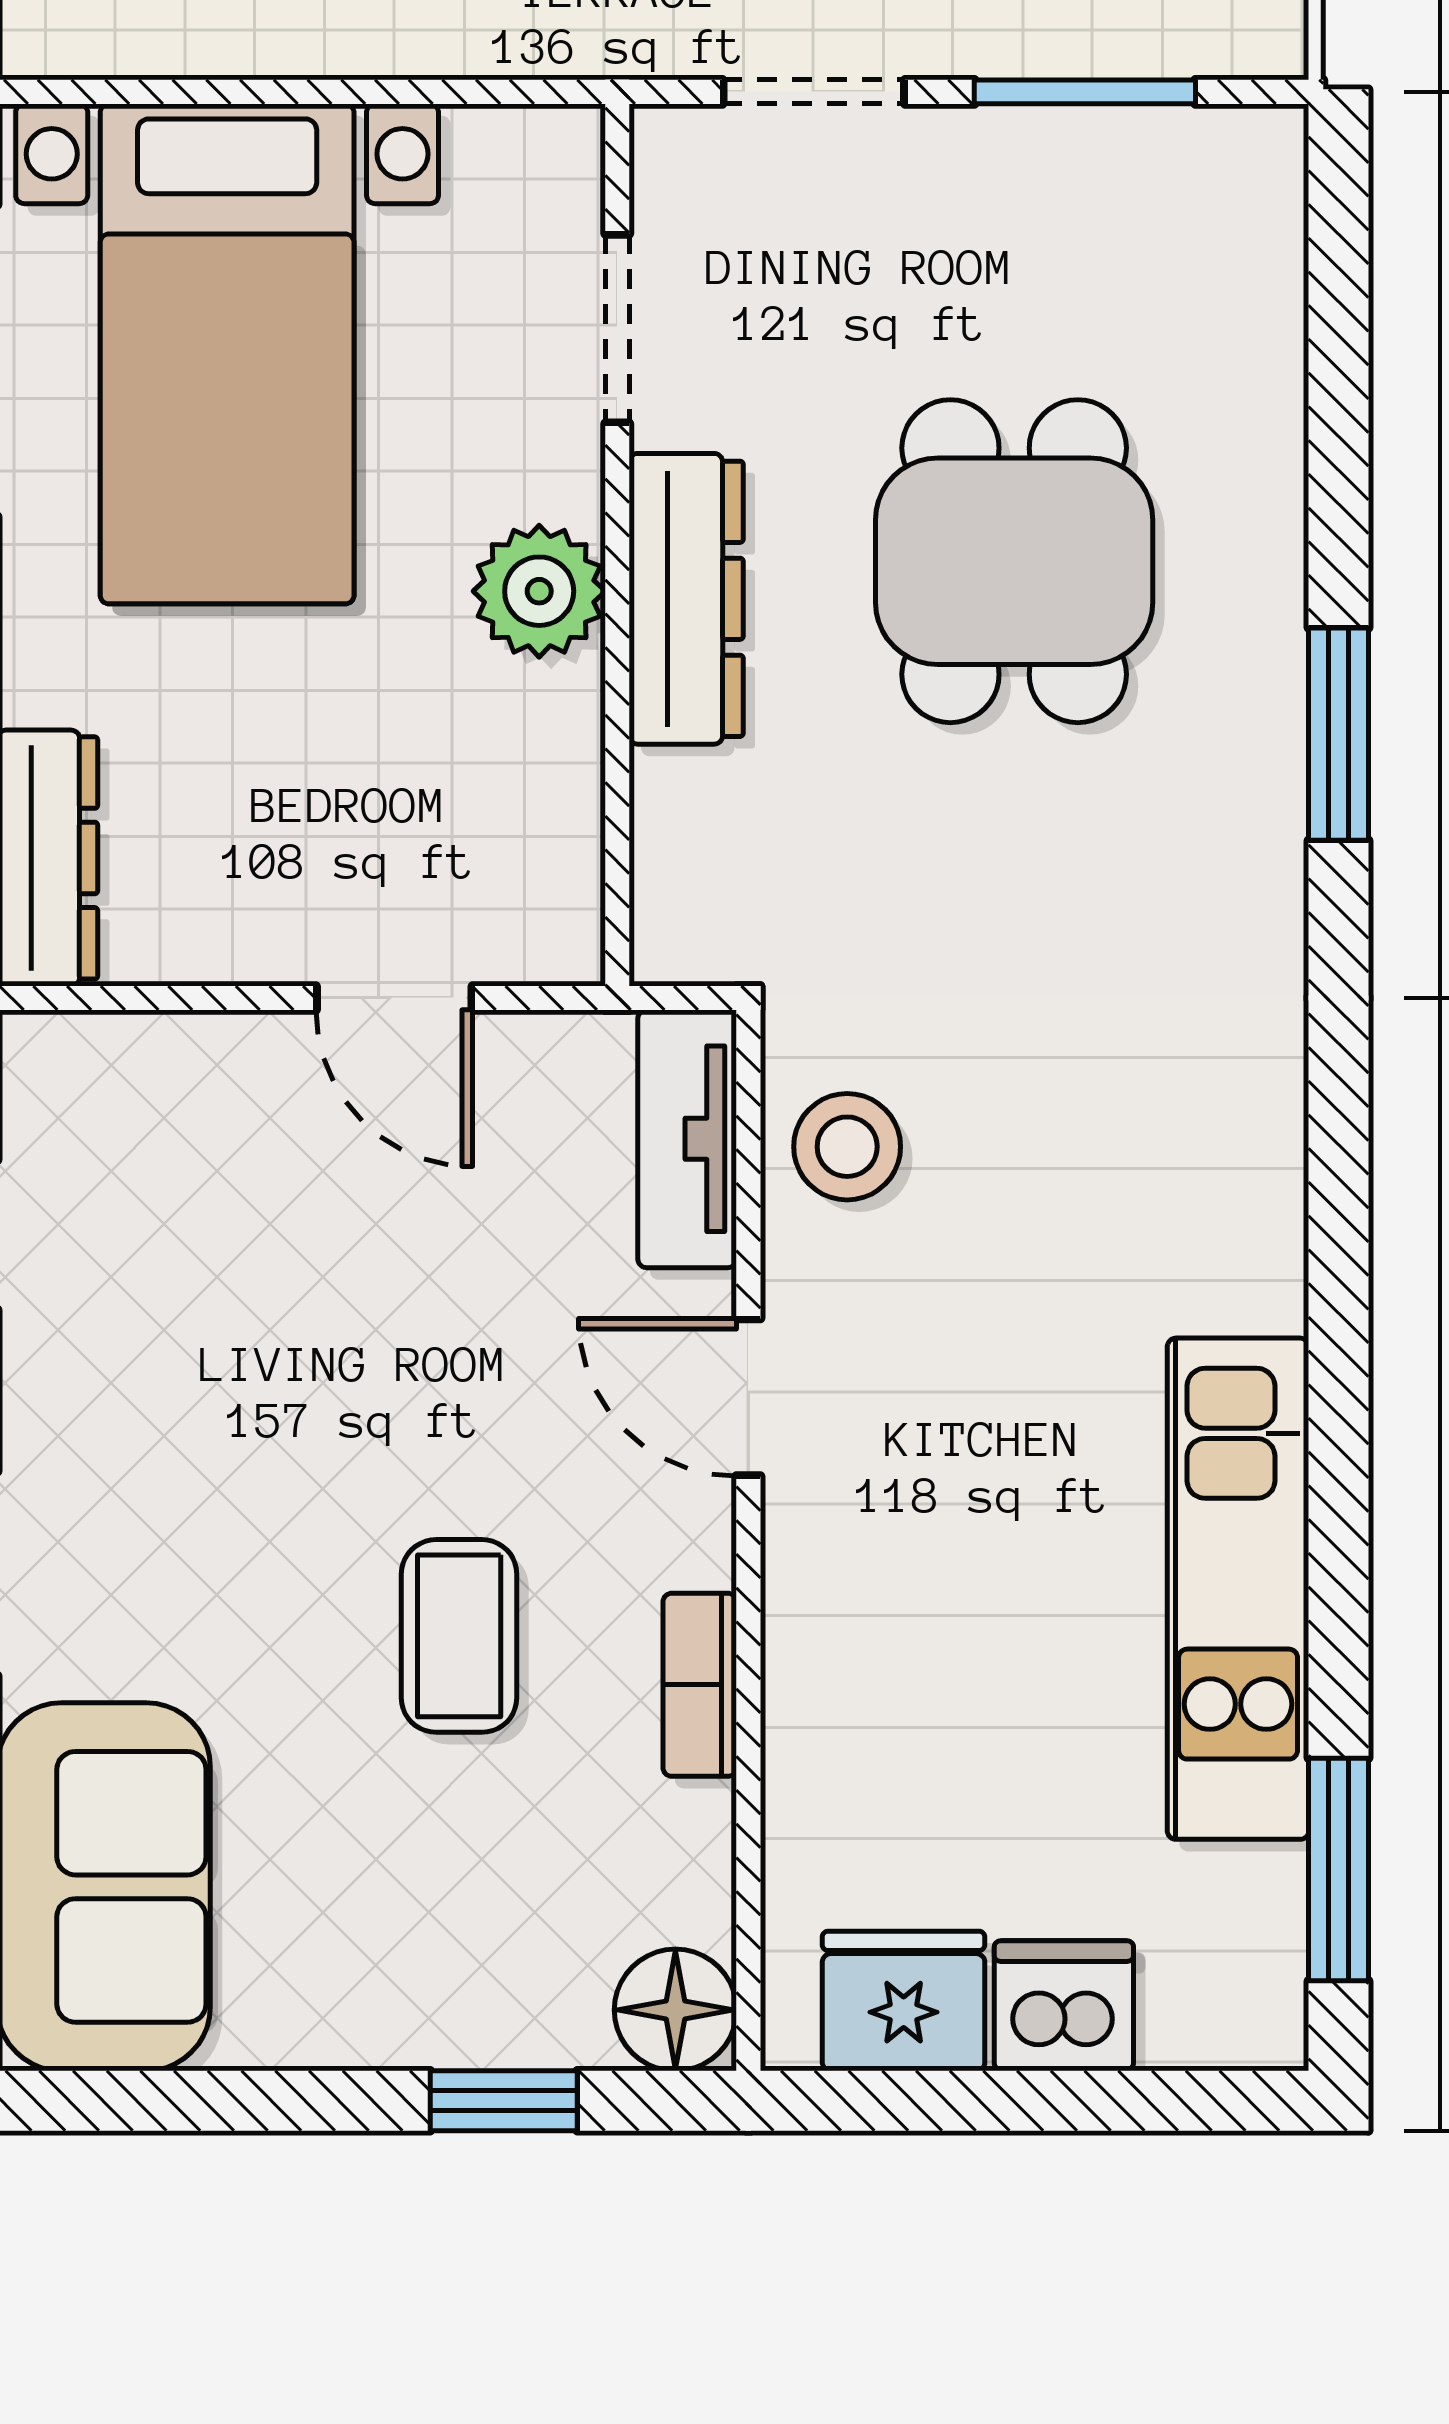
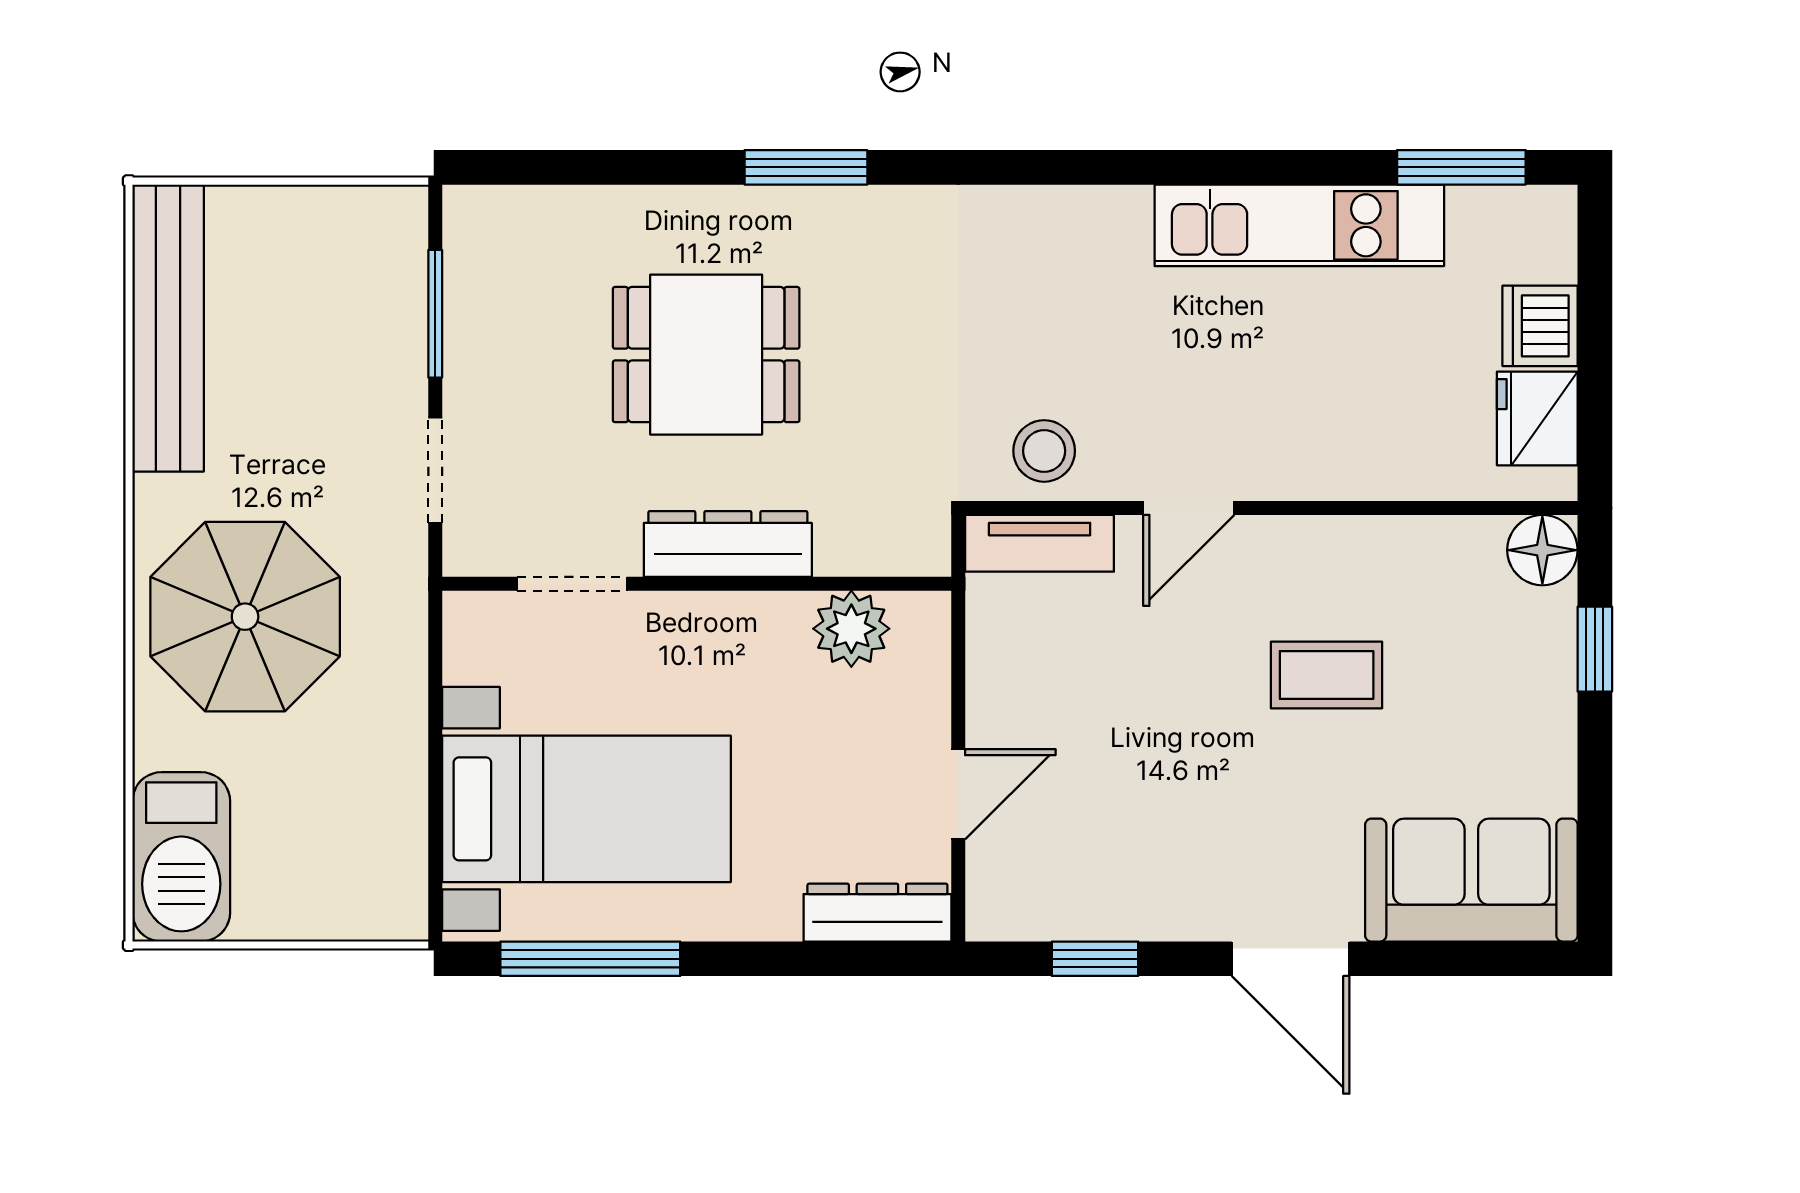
plant: (539, 591) -> (851, 629), moved
door: (394, 998) -> (958, 794), moved
bookcase: (700, 1685) -> (1355, 536), removed

